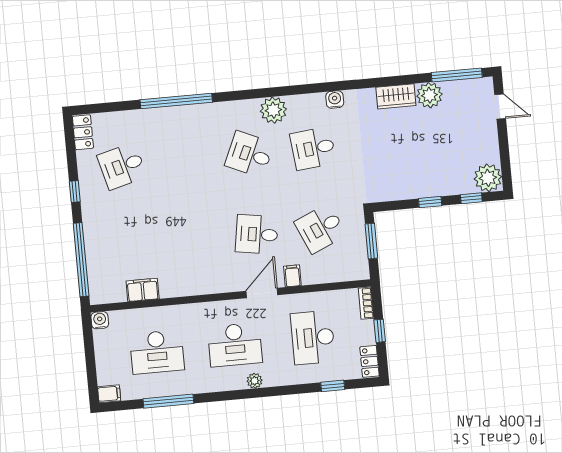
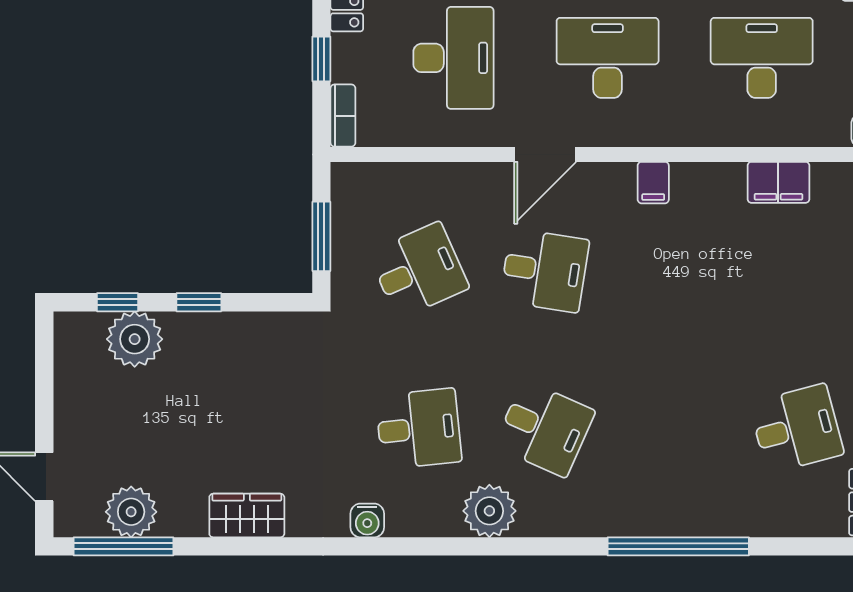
plant: (429, 95) -> (131, 512), moved
plant: (488, 178) -> (135, 339), moved
filing cabinet: (292, 276) -> (653, 183), moved

